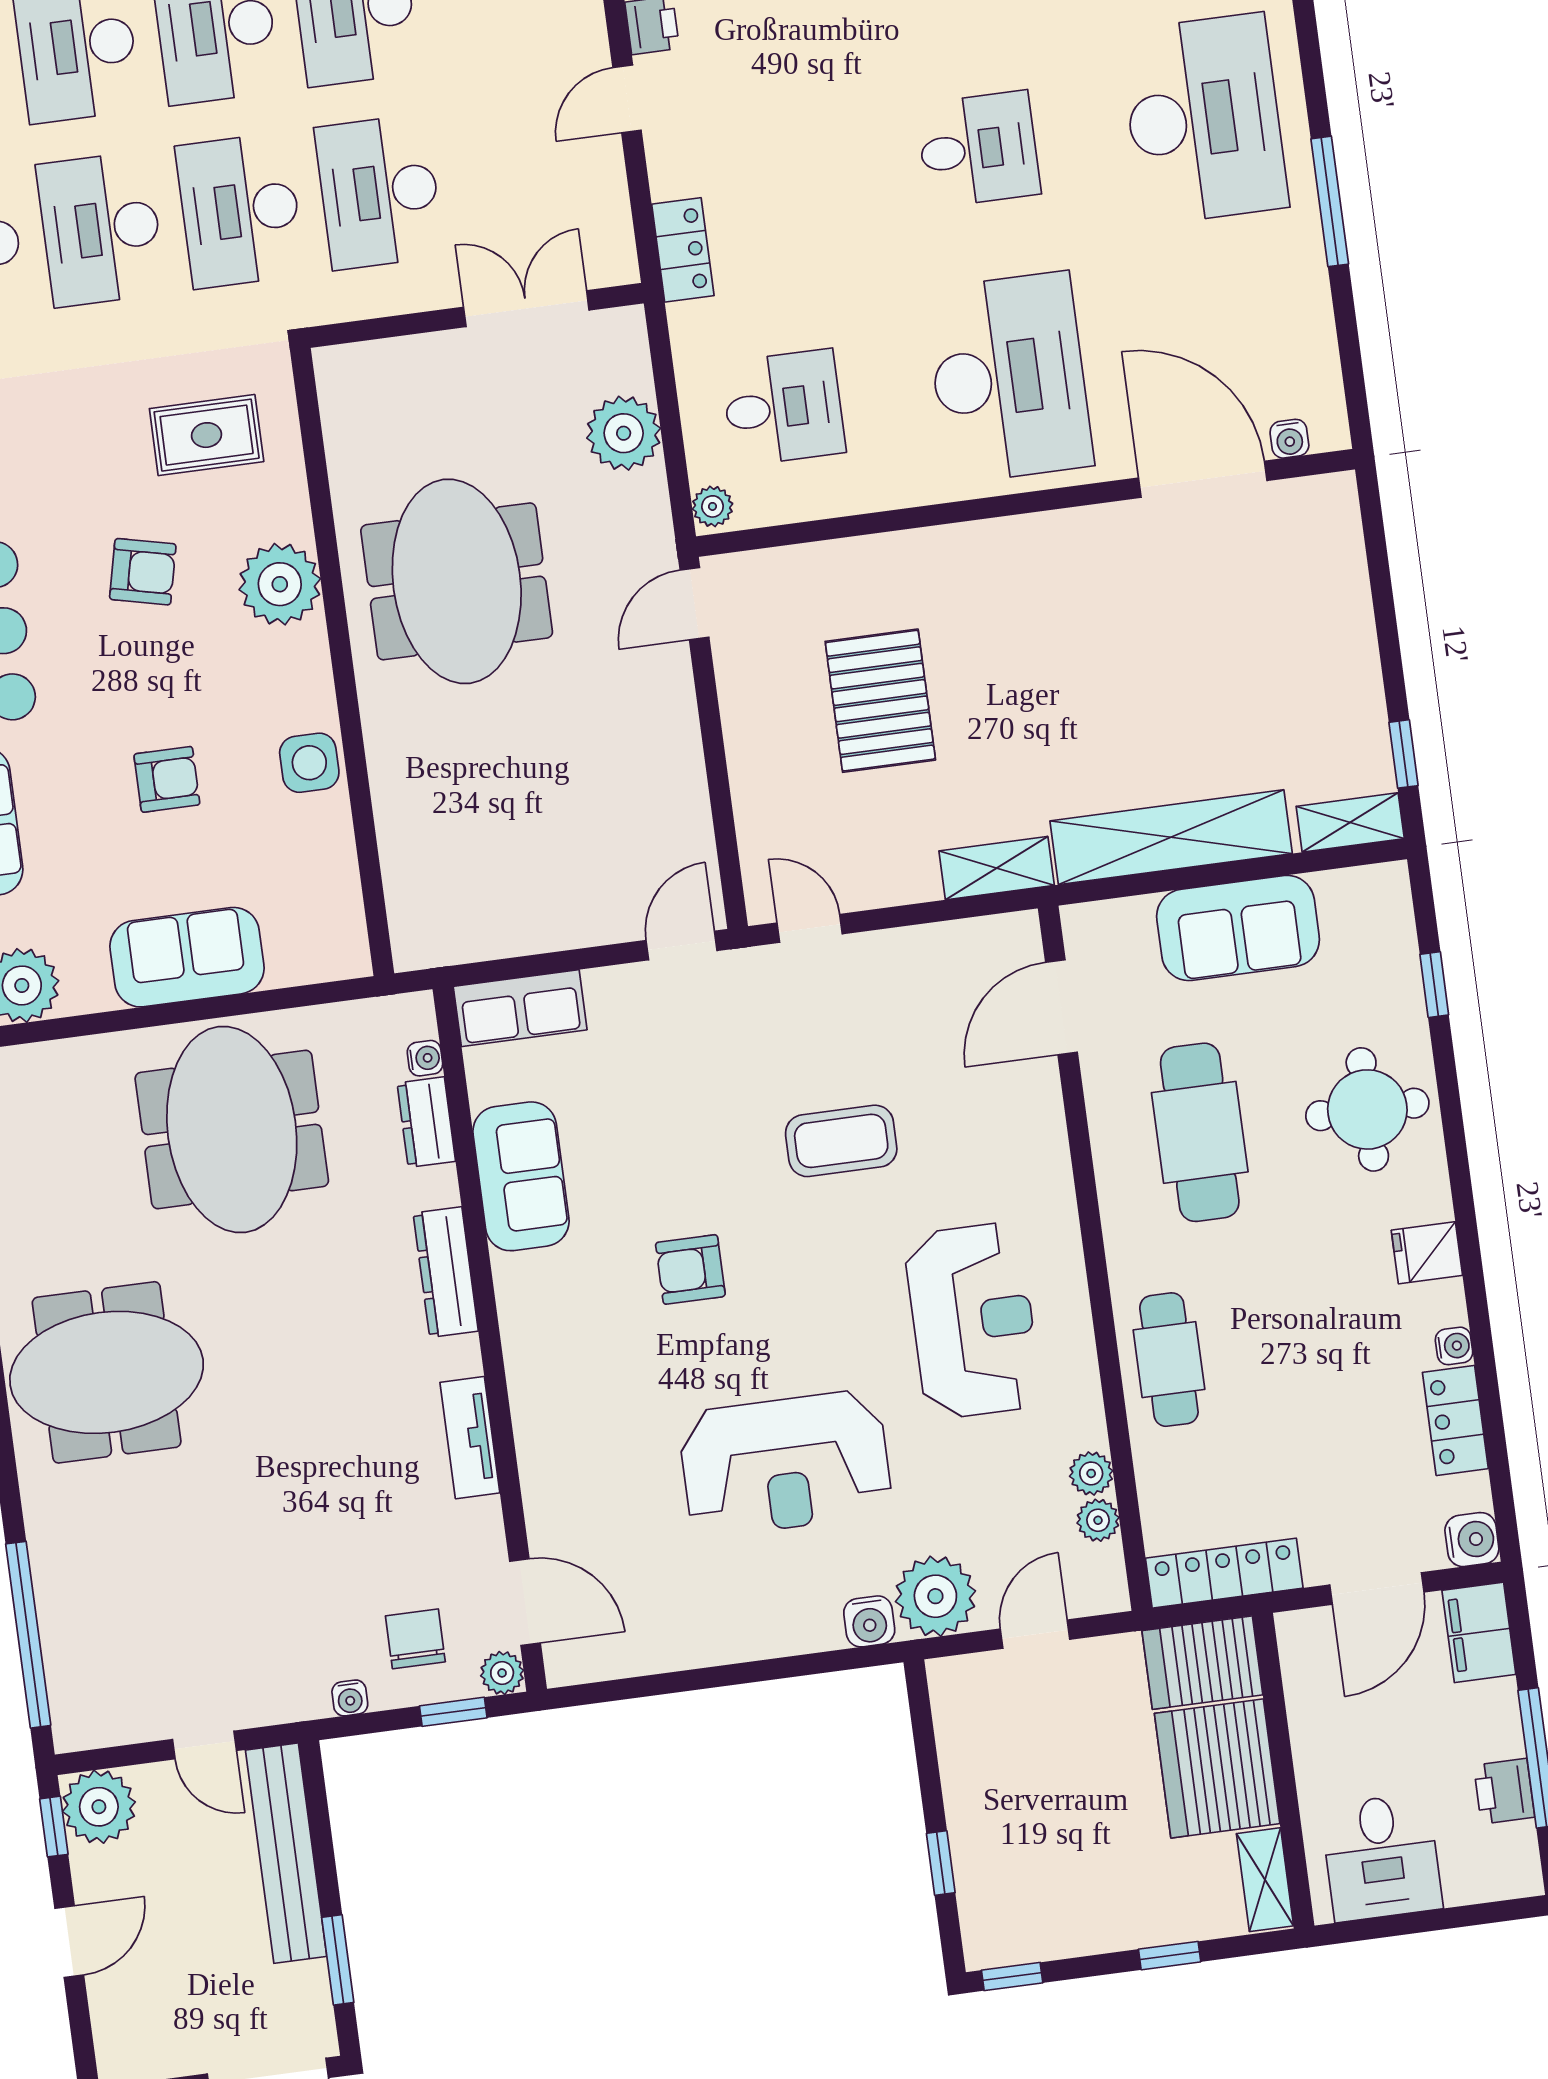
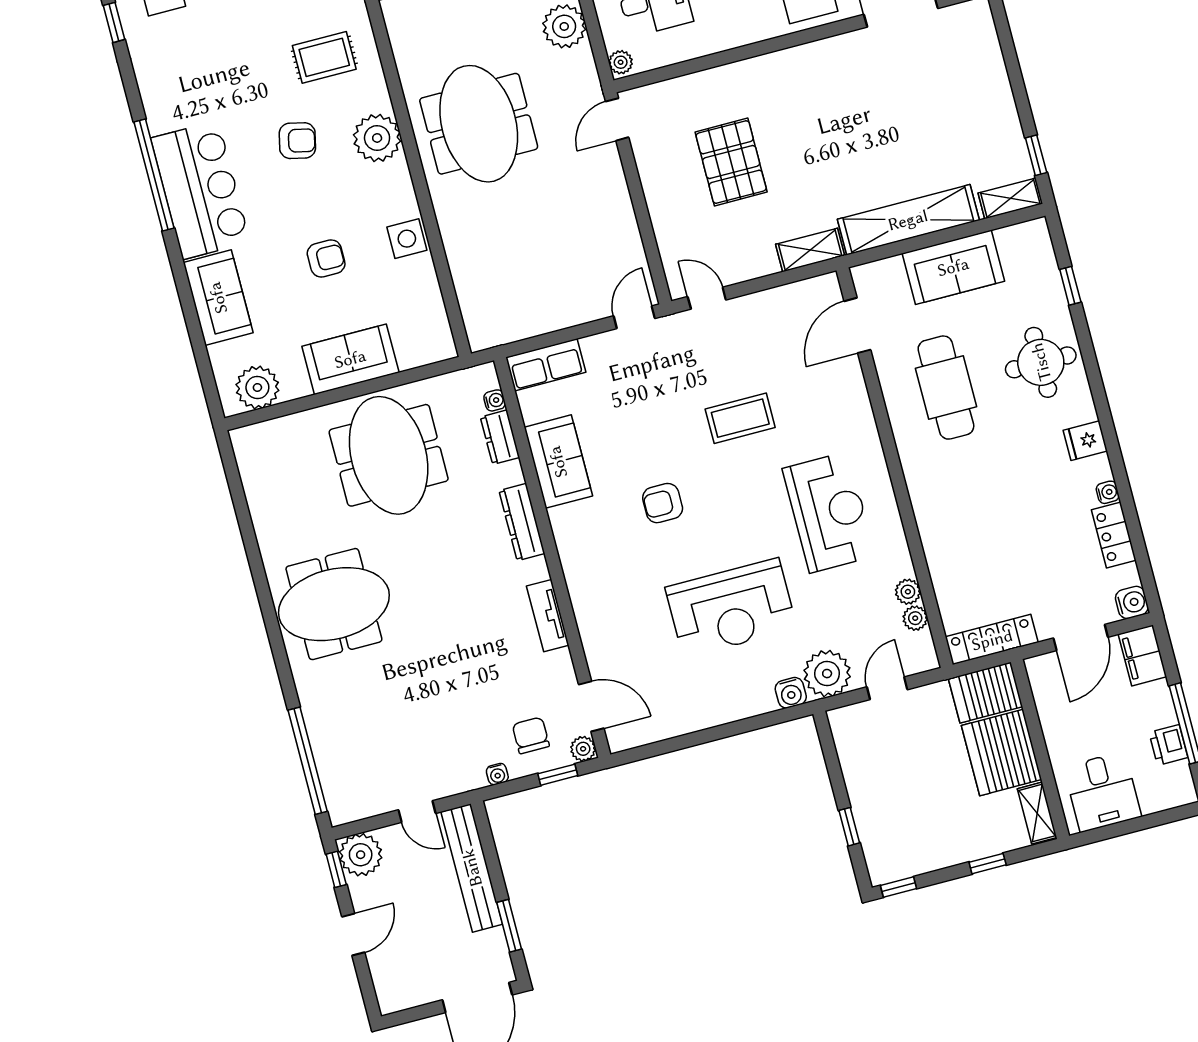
cafe table: (1169, 1360) -> (945, 521), removed

